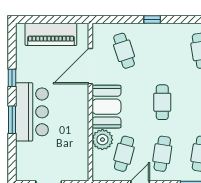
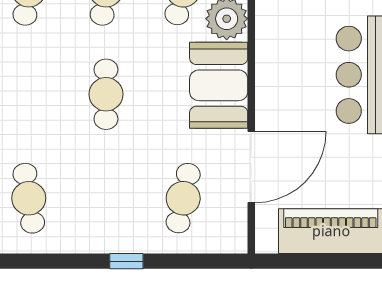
cafe table: (124, 51) -> (183, 198), turned 30

